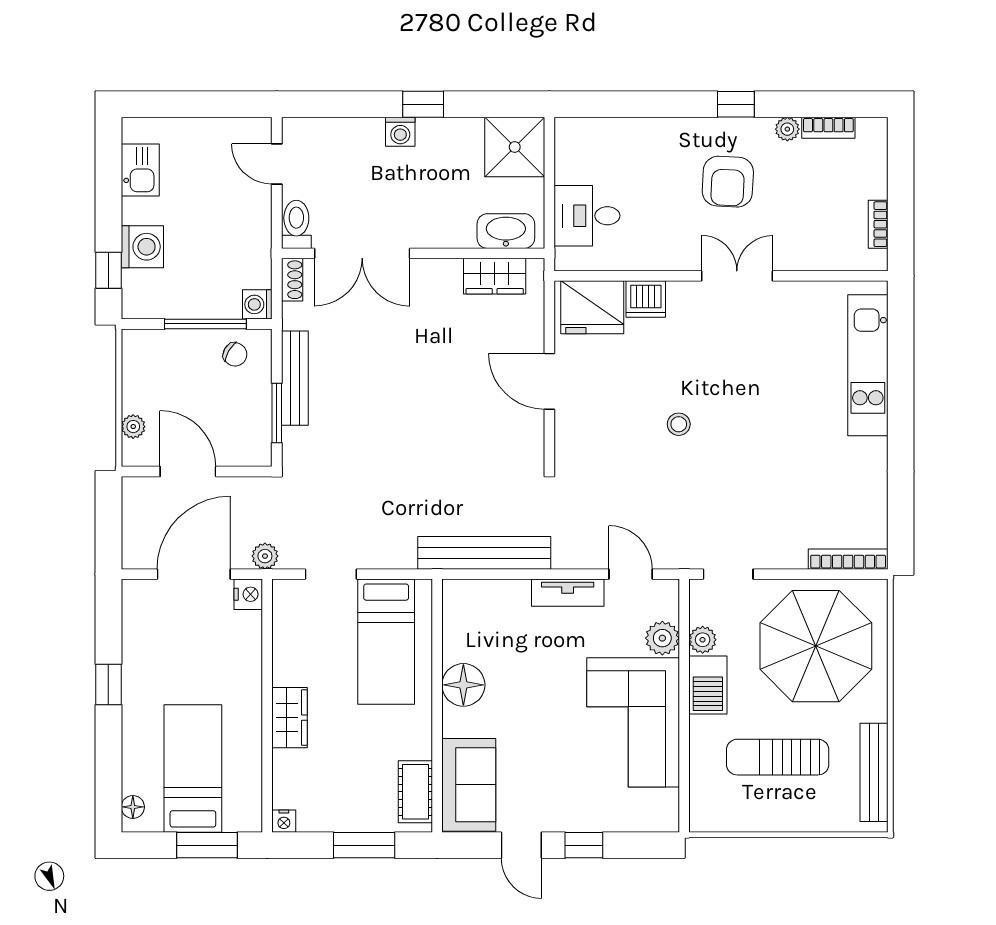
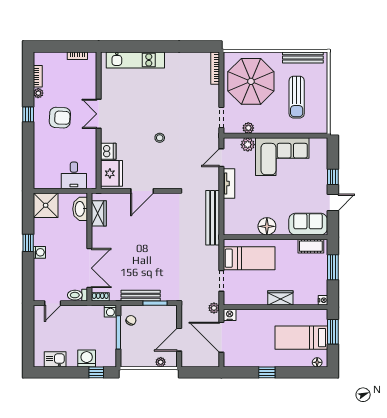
barbecue: (708, 685) -> (267, 126), removed

